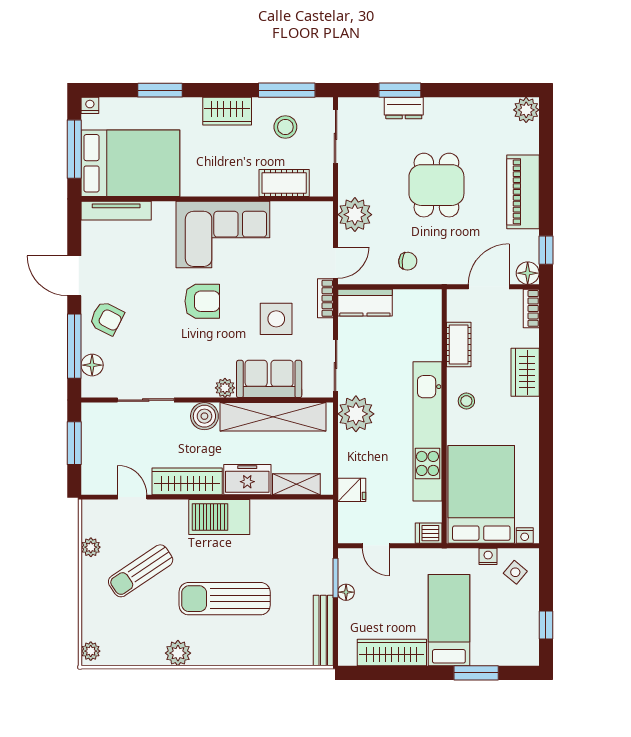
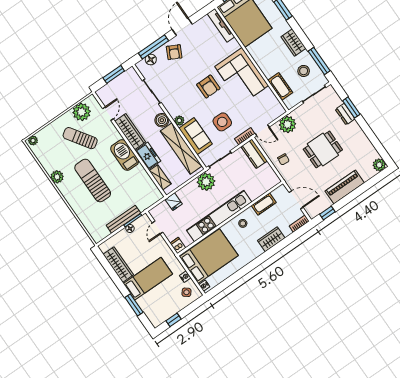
floor lamp: (528, 273) -> (313, 212), removed
plant: (91, 547) -> (82, 112), width x1.88, depth x1.88
bench: (323, 631) -> (123, 219), moved

